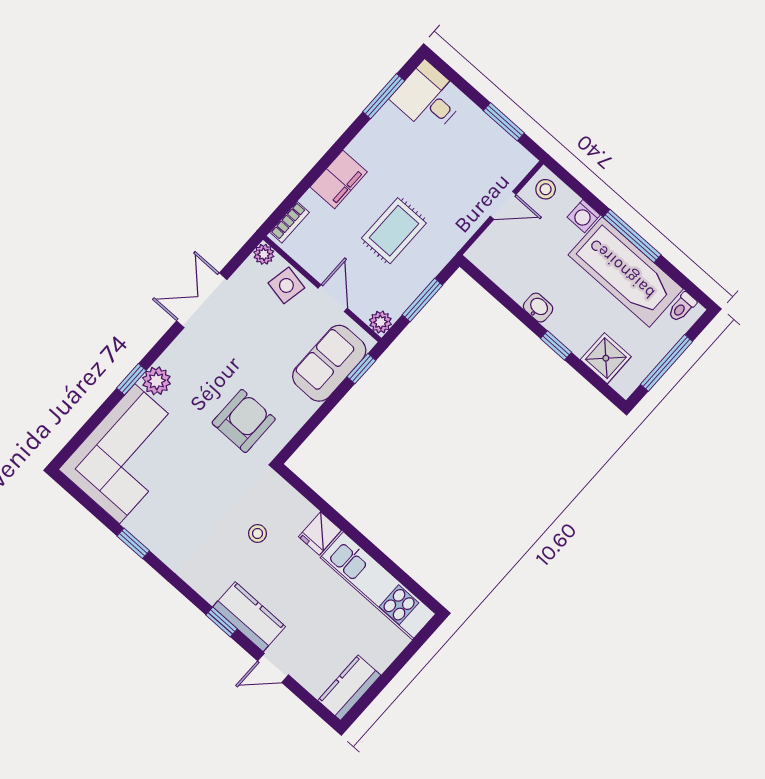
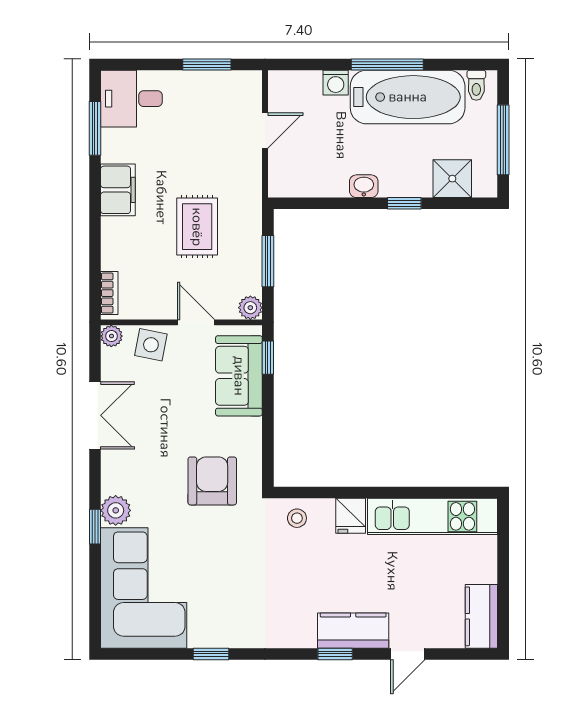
filing cabinet: (339, 179) -> (118, 190), moved
stool: (546, 189) -> (287, 88), removed
double door: (202, 300) -> (95, 415), swing flipped
stool: (258, 533) -> (297, 518), moved

